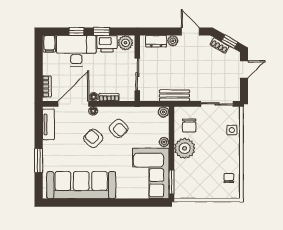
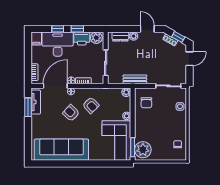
plant: (185, 148) -> (143, 150), moved
window: (39, 161) -> (28, 107), moved

